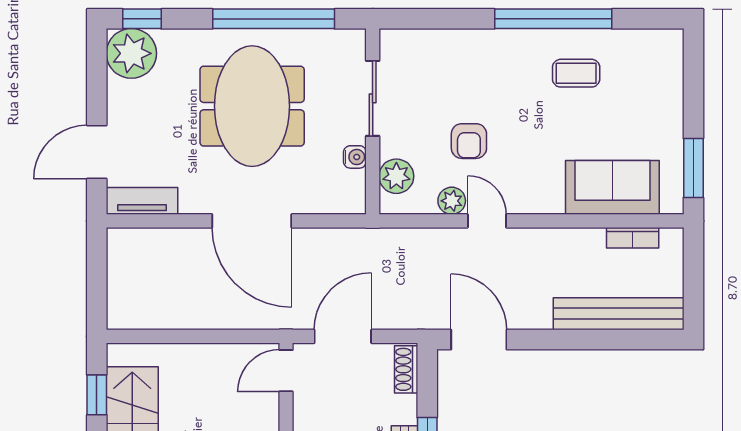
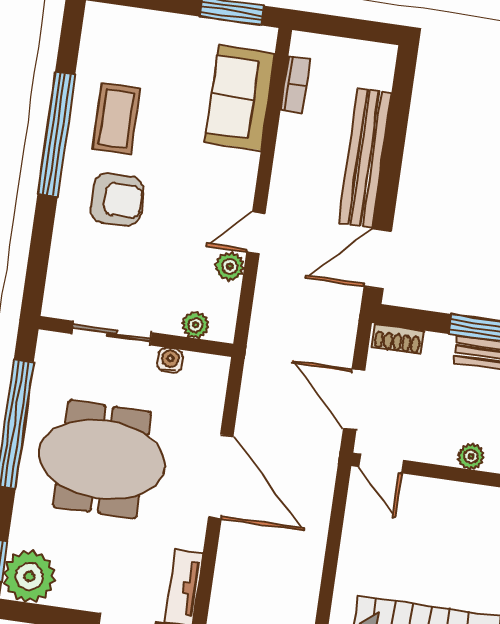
coffee table: (576, 73) -> (116, 118), width x1.36, depth x1.30
armchair: (469, 141) -> (117, 200), moved, width x1.38, depth x1.38
plant: (396, 176) -> (195, 325), width x0.73, depth x0.73
door: (252, 221) -> (221, 477), hinge flipped
bench: (619, 314) -> (365, 158), moved

